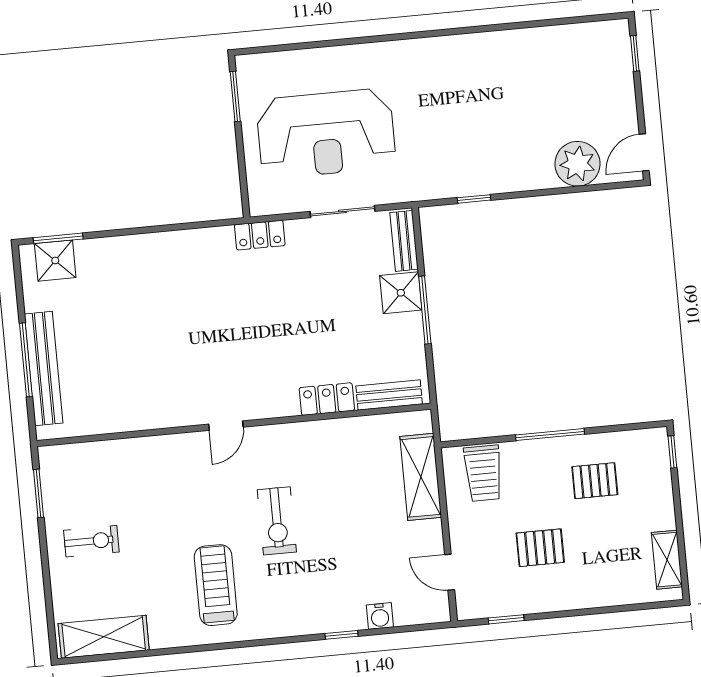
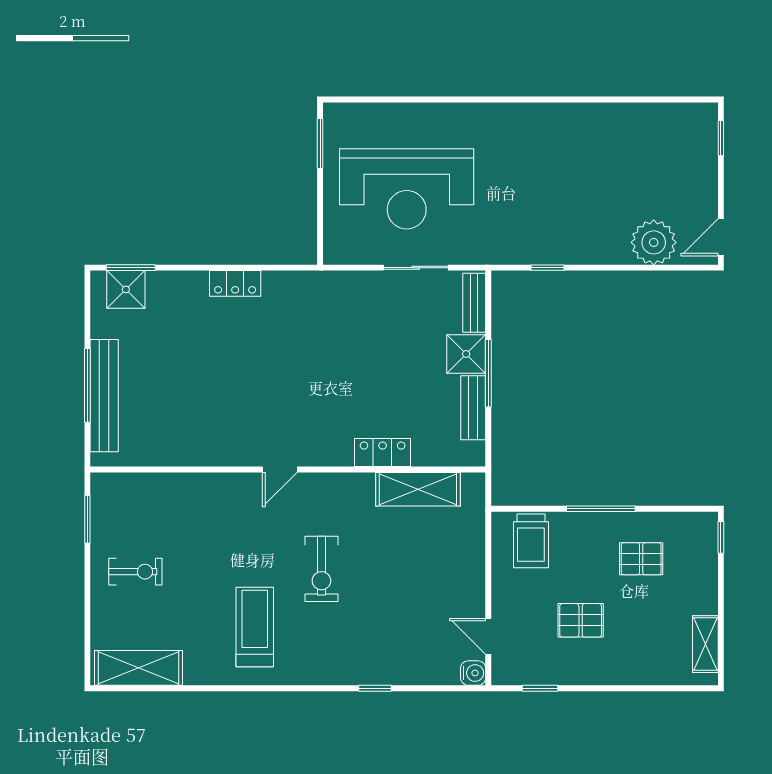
locker: (260, 235) -> (235, 283), moved
bench: (389, 395) -> (473, 408), moved, turned 90
shelving: (421, 477) -> (418, 489), moved, turned 90
water cooler: (380, 616) -> (473, 673), moved, turned -90

